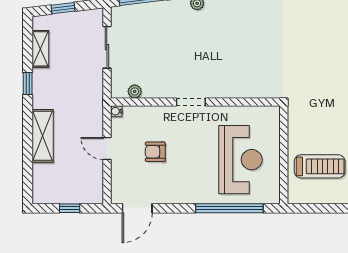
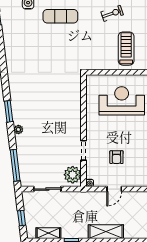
plant: (135, 91) -> (73, 175), width x1.88, depth x1.88
doorway: (191, 102) -> (84, 150), moved

